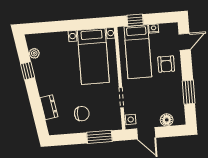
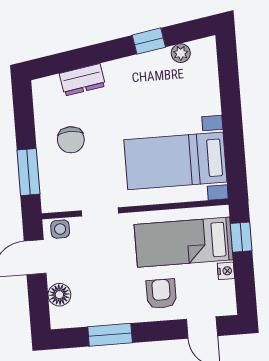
armchair: (166, 64) -> (161, 294), turned 90

